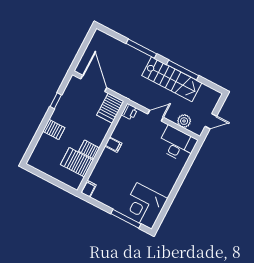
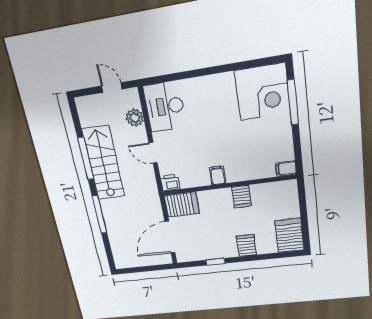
server rack: (77, 162) -> (290, 235), moved, turned 180

